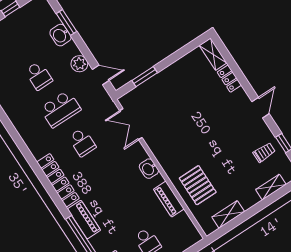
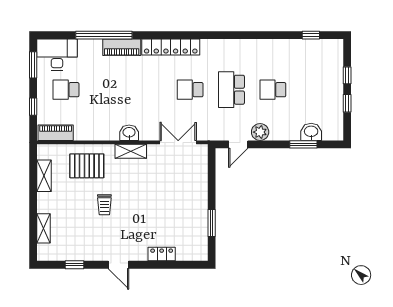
washbasin: (60, 35) -> (311, 132), moved
shelving: (213, 54) -> (131, 151), moved
window: (145, 77) -> (212, 223), moved
trolley: (264, 152) -> (104, 205), moved
piano: (169, 199) -> (56, 133), moved

